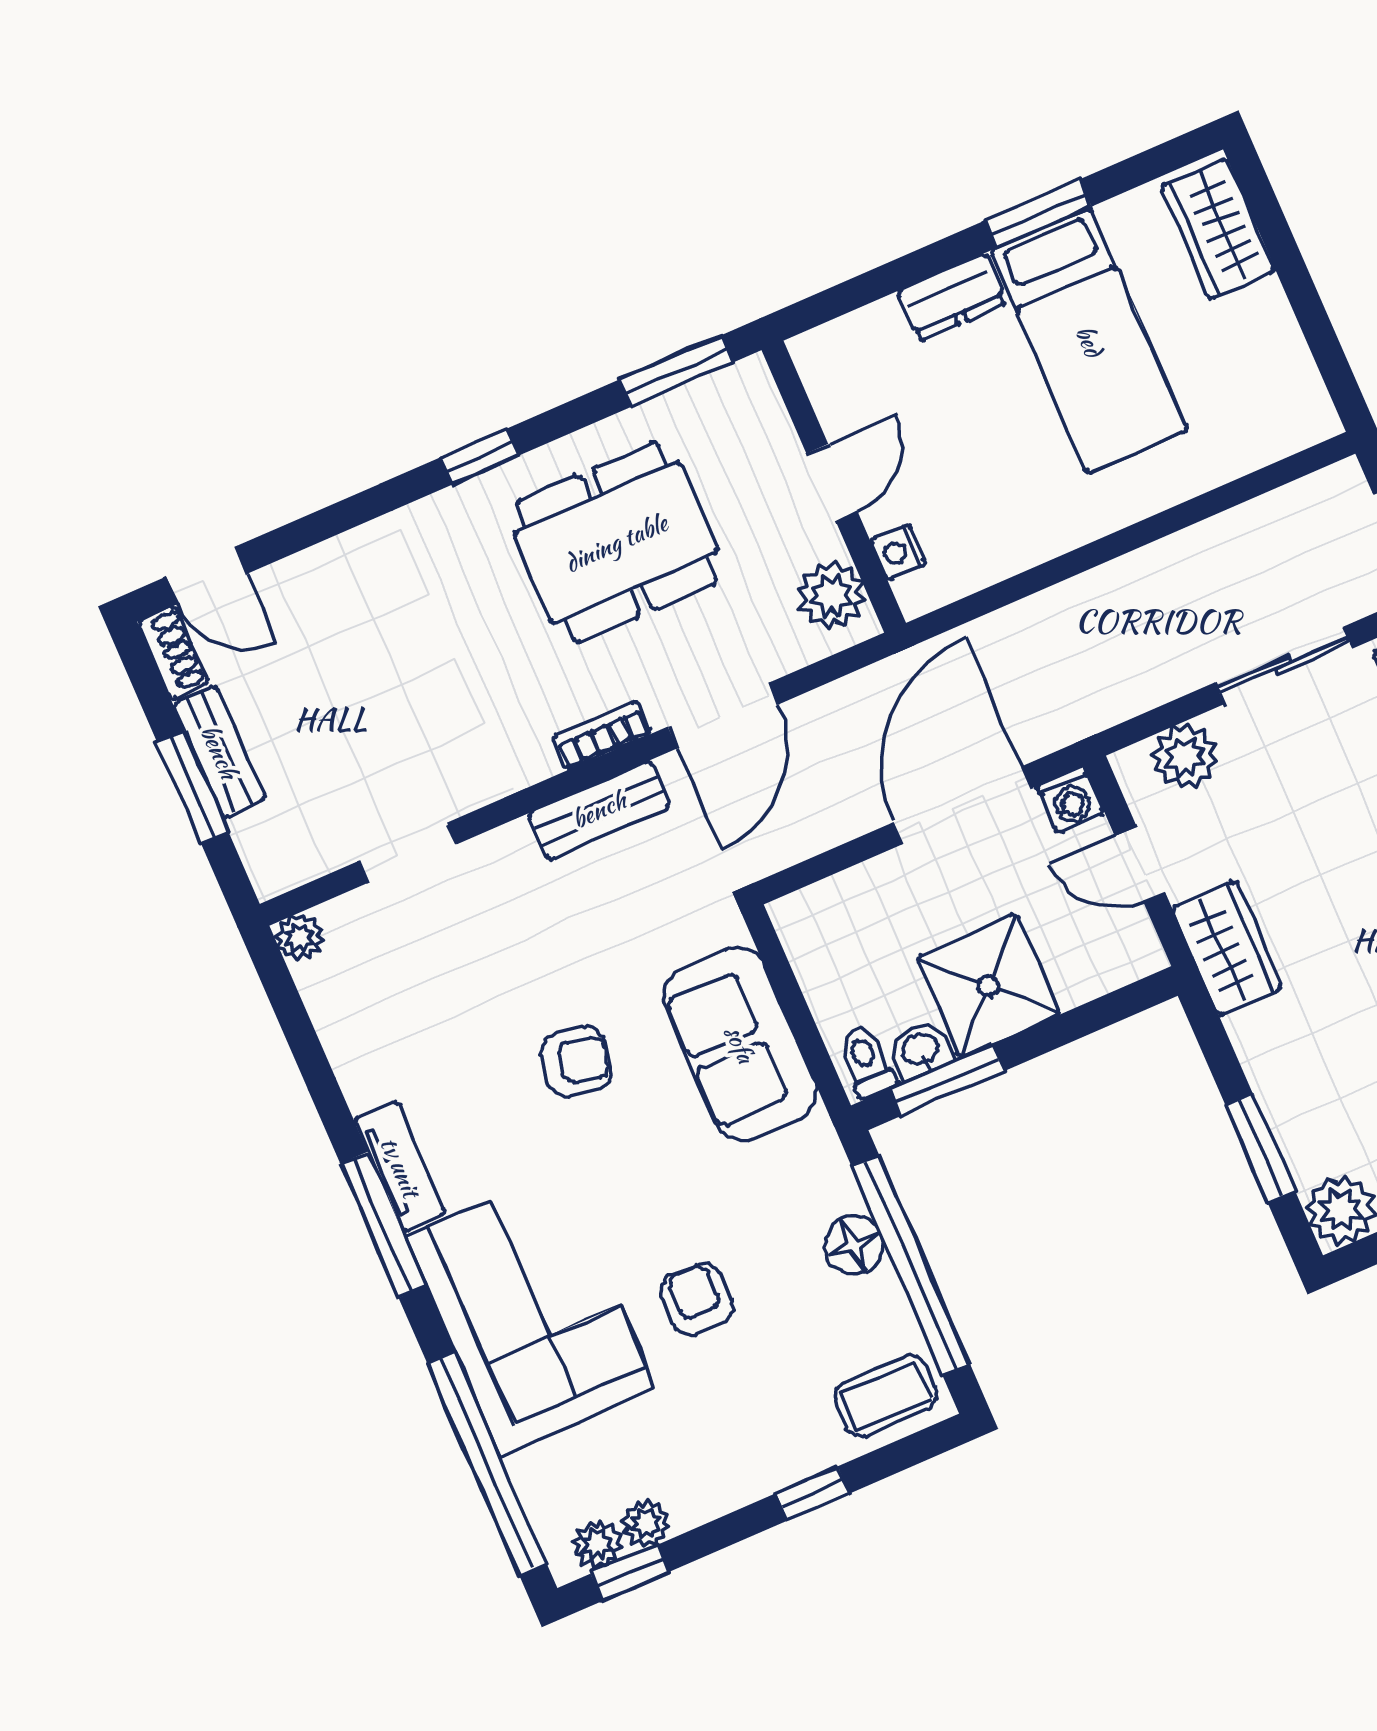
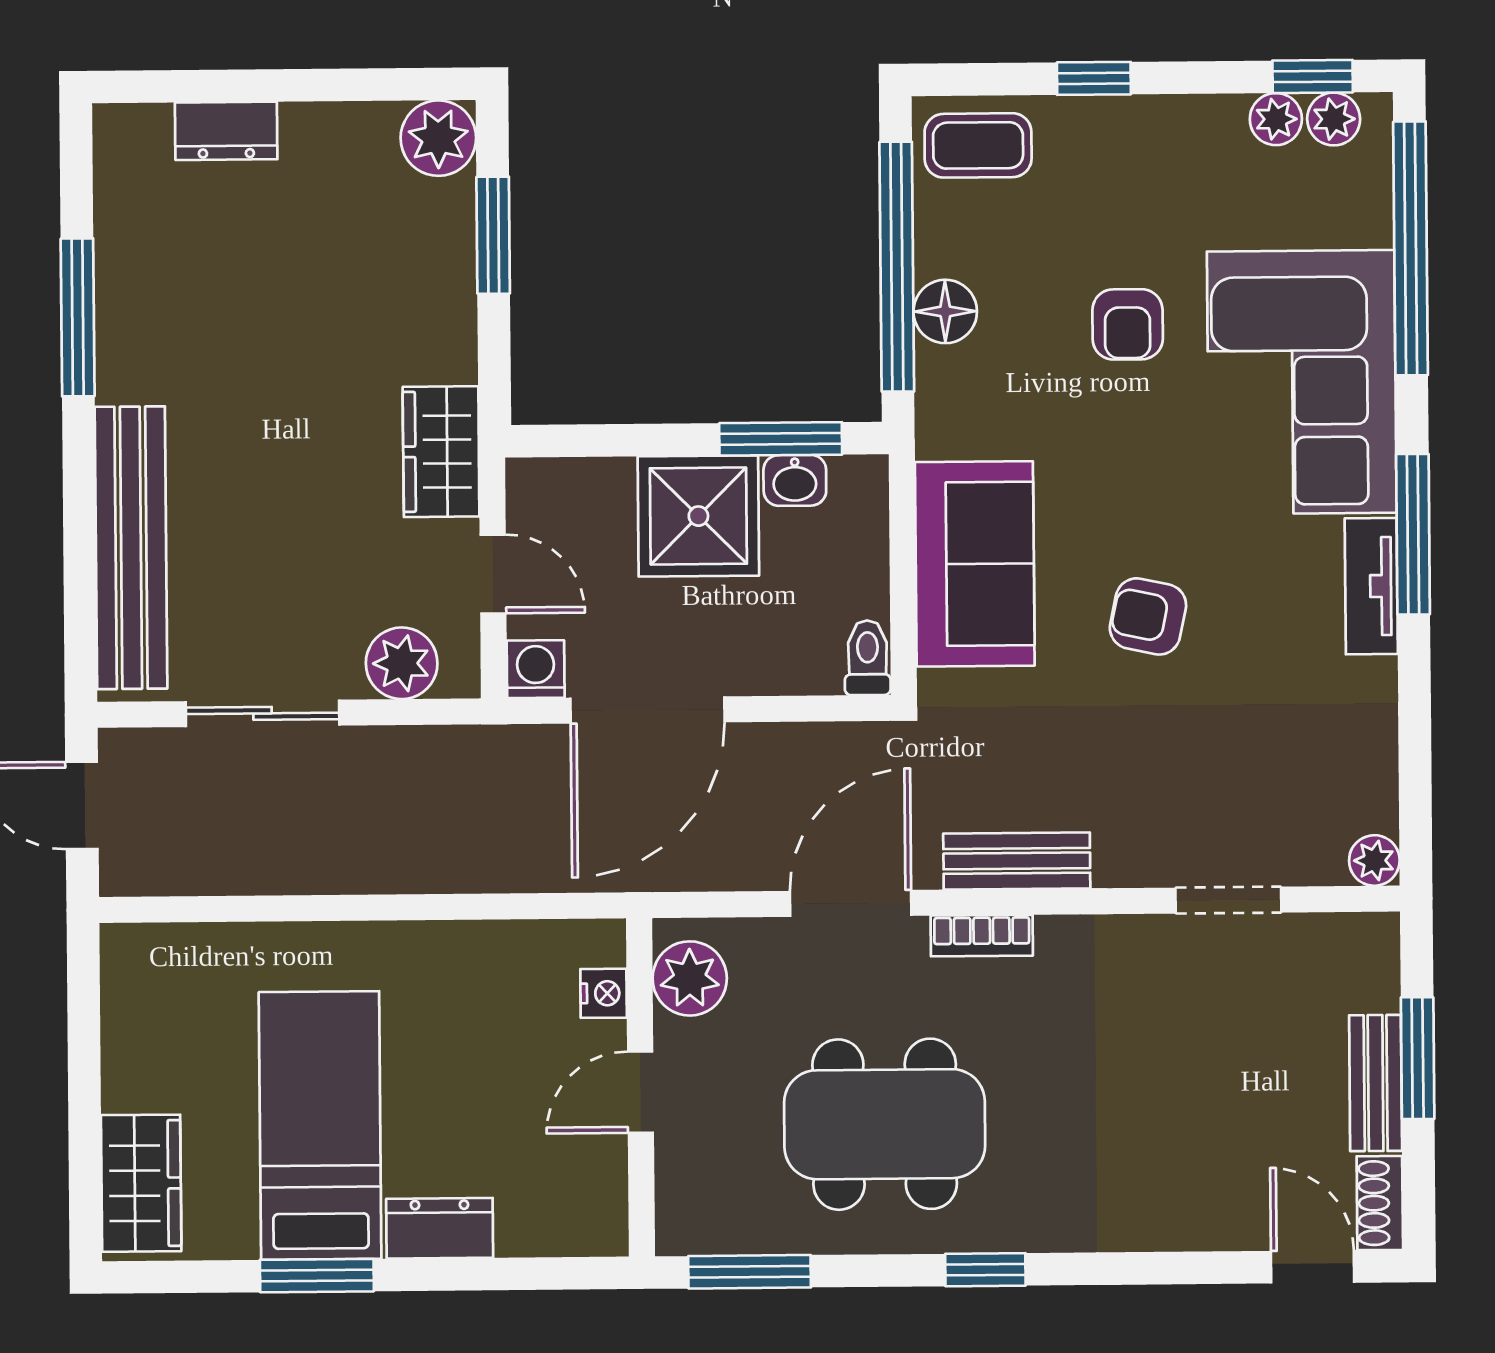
toilet: (866, 1062) -> (868, 658), moved, turned 180

